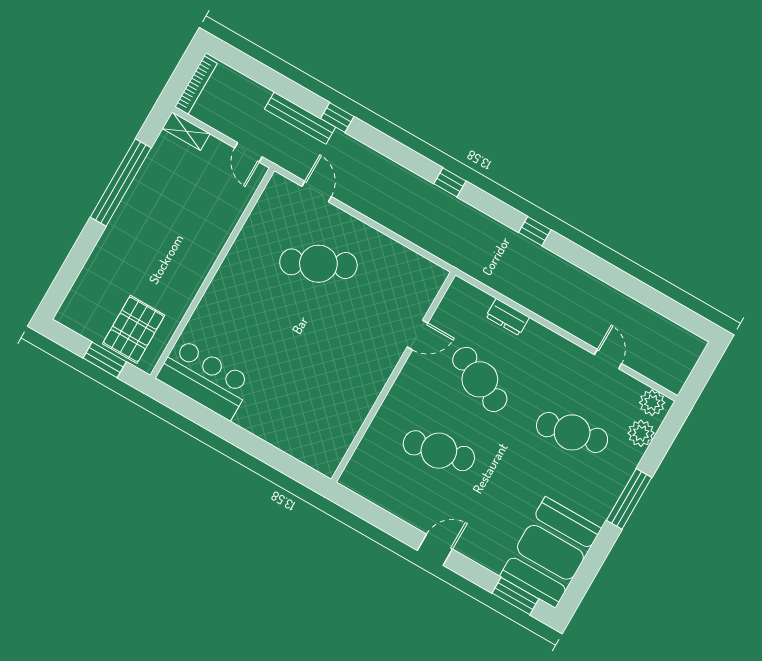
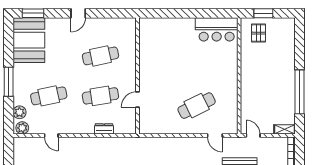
pallet: (134, 329) -> (259, 33), width x0.67, depth x0.71
cafe table: (480, 379) -> (100, 96), turned -33

